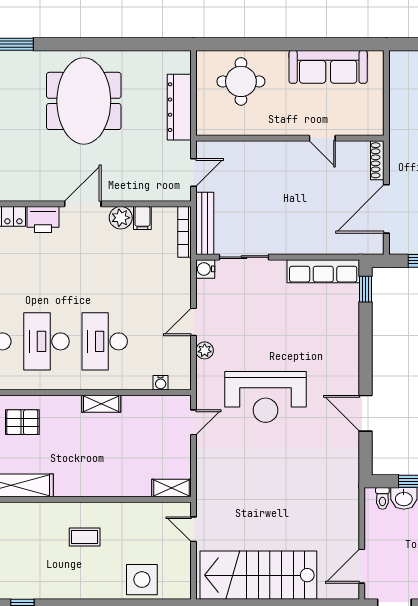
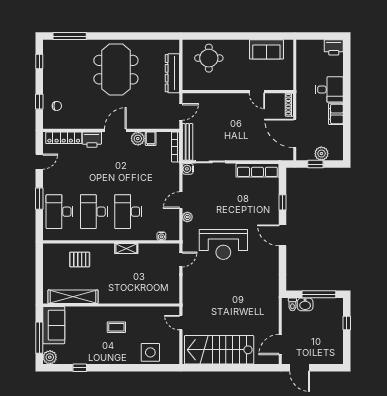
sofa: (328, 67) -> (266, 49), width x0.73
door: (386, 209) -> (295, 133), hinge flipped
window: (365, 289) -> (282, 202), moved
door: (365, 413) -> (282, 235), moved
shelving: (172, 488) -> (168, 298), removed

